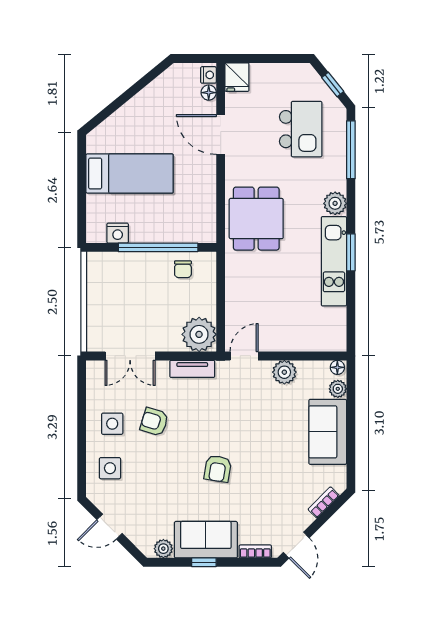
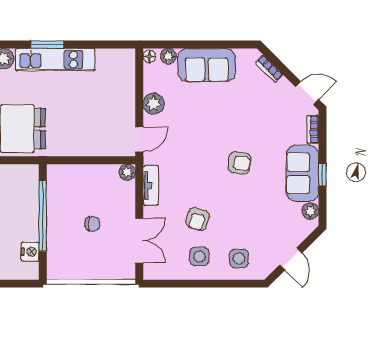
chair: (183, 269) -> (92, 224), moved
plant: (199, 334) -> (127, 172), width x0.53, depth x0.53
door: (244, 356) -> (139, 139), swing flipped

